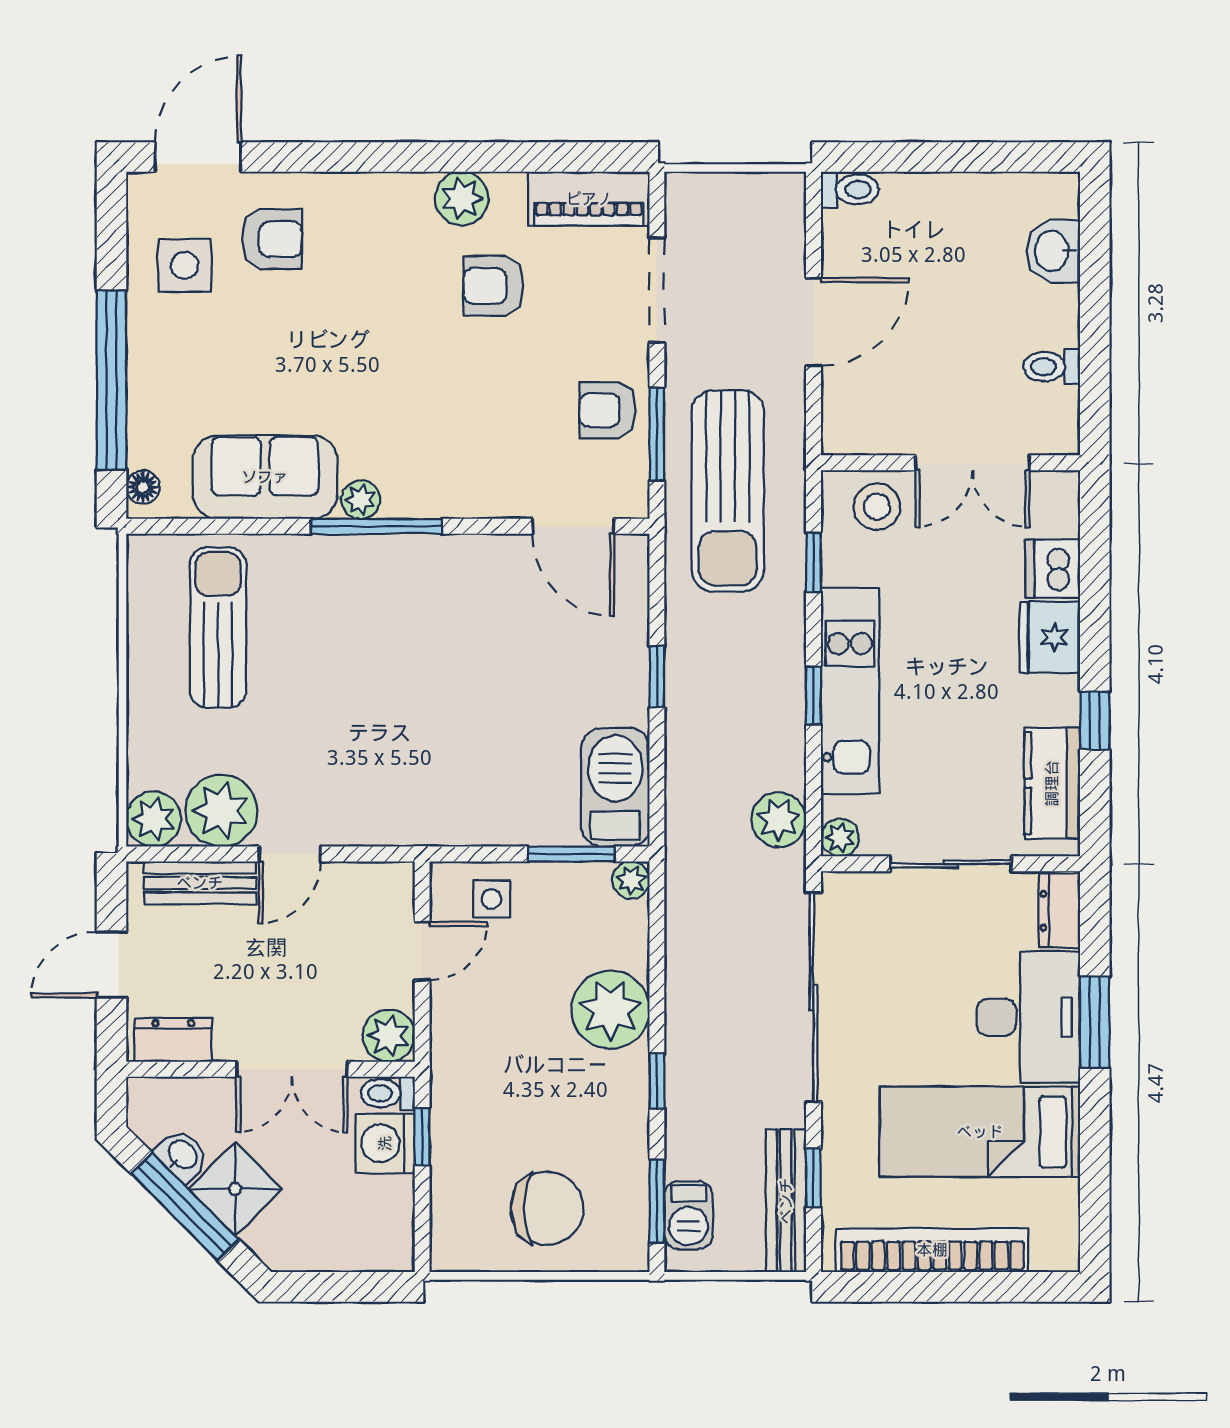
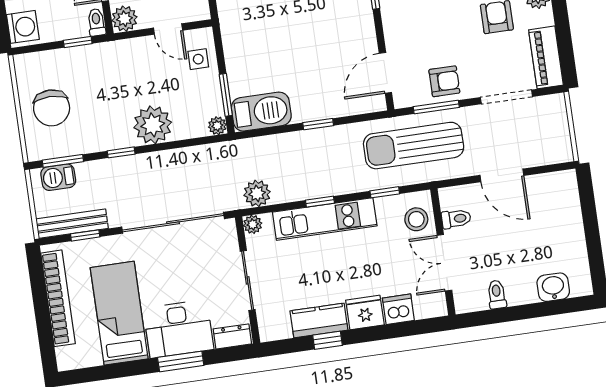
toilet: (850, 190) -> (456, 219), moved, turned -90
armchair: (607, 410) -> (444, 81), turned 90
kitchen counter: (1052, 783) -> (319, 320), moved
washing machine: (385, 1143) -> (23, 27), moved, turned 90

